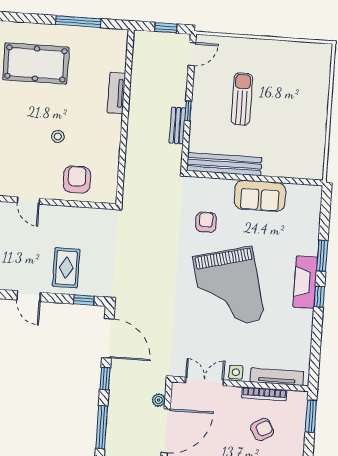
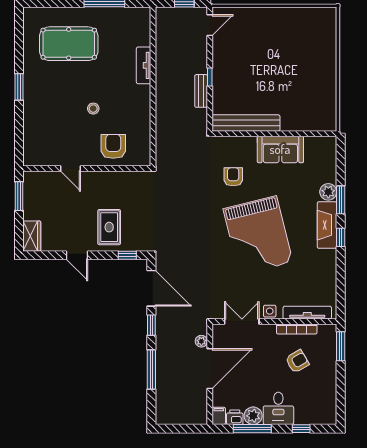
sun lounger: (242, 99) -> (258, 63), removed
plant: (309, 246) -> (328, 192), added

